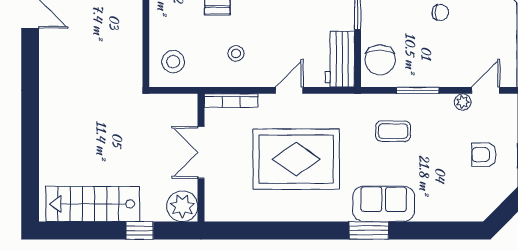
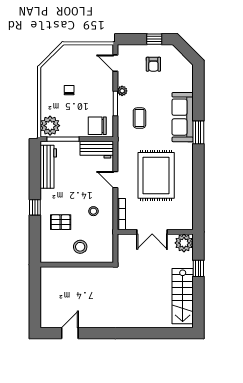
chair: (380, 60) -> (97, 126), turned 180
stool: (173, 62) -> (80, 247), moved
plant: (463, 102) -> (122, 91), moved
sofa: (384, 204) -> (183, 117), width x1.36

